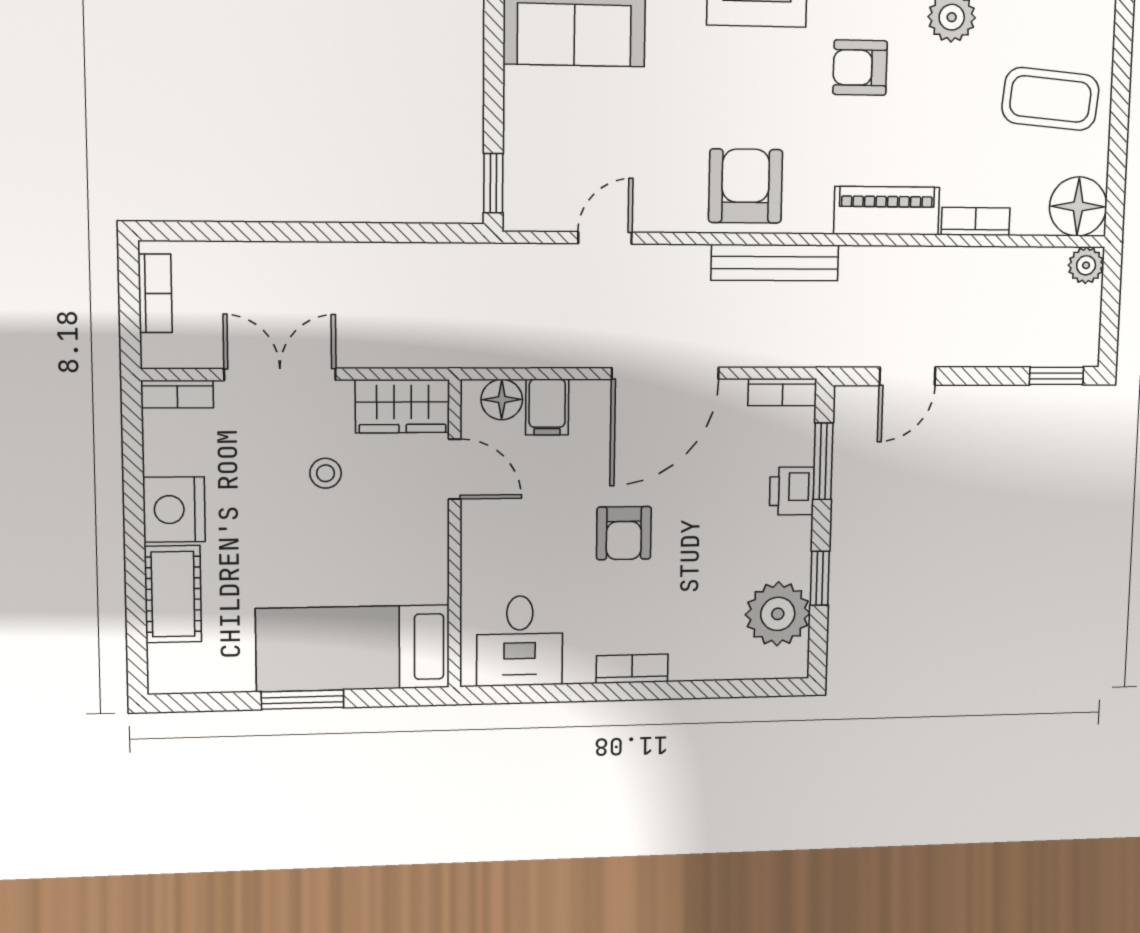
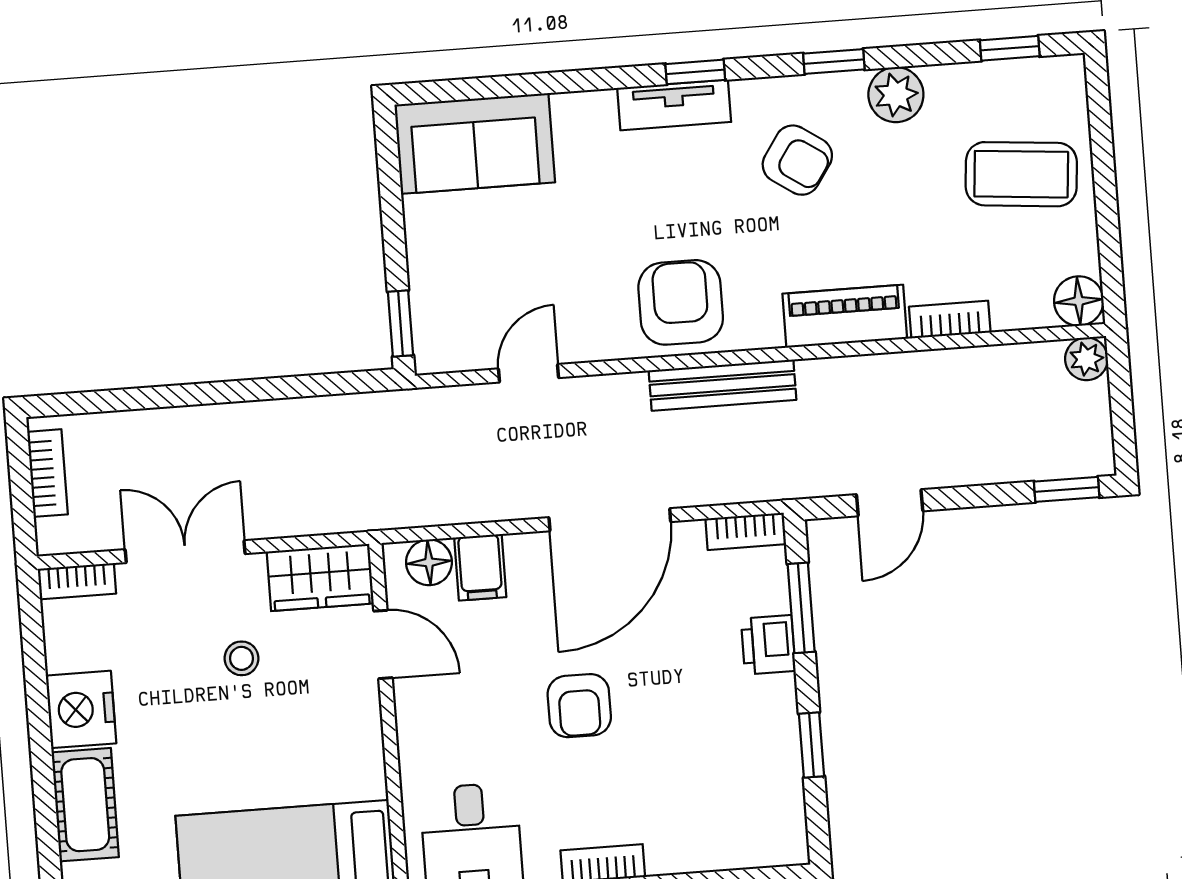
armchair: (860, 68) -> (797, 160), turned -146
floor lamp: (1078, 206) -> (1079, 301), width x0.73, depth x0.73
plant: (778, 614) -> (766, 790), removed

